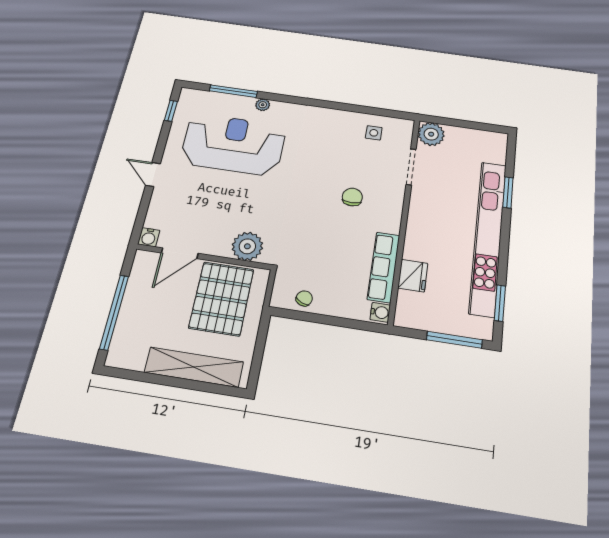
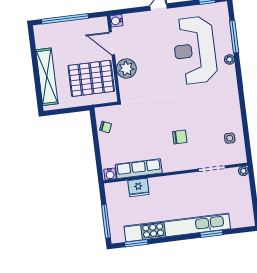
plant: (431, 134) -> (243, 171), width x0.53, depth x0.53
reception desk: (233, 144) -> (195, 50), turned 180
plant: (247, 246) -> (126, 68), moved

